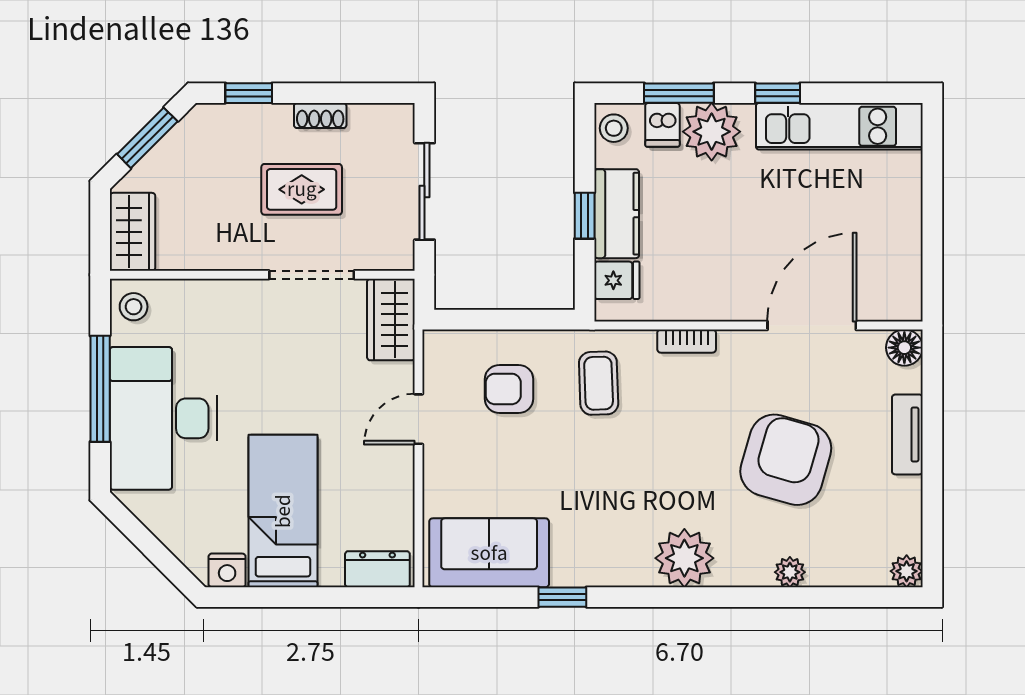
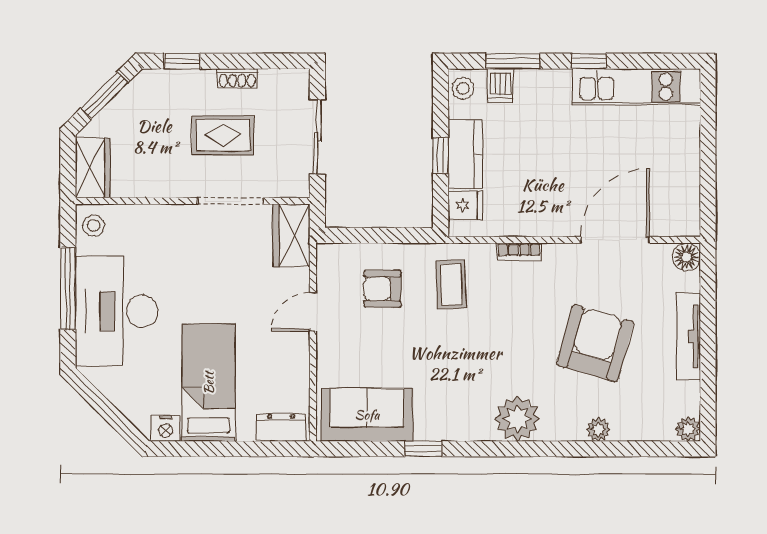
plant: (712, 132) -> (538, 91), removed
tv unit: (907, 434) -> (689, 336), width x1.41

